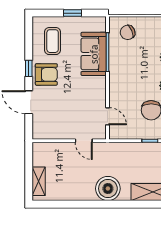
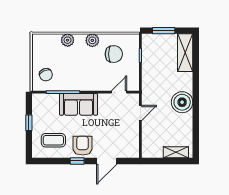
sofa: (94, 54) -> (79, 104), moved
boiler: (108, 189) -> (182, 102), moved

